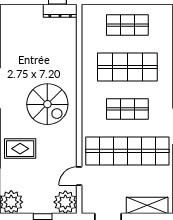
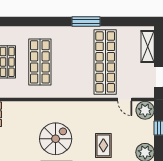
spiral stairs: (47, 104) -> (56, 139), moved
shop shelf: (127, 109) -> (73, 62), removed

